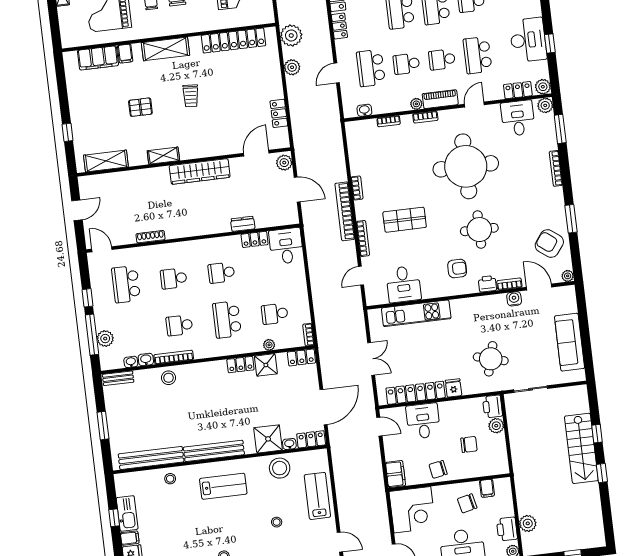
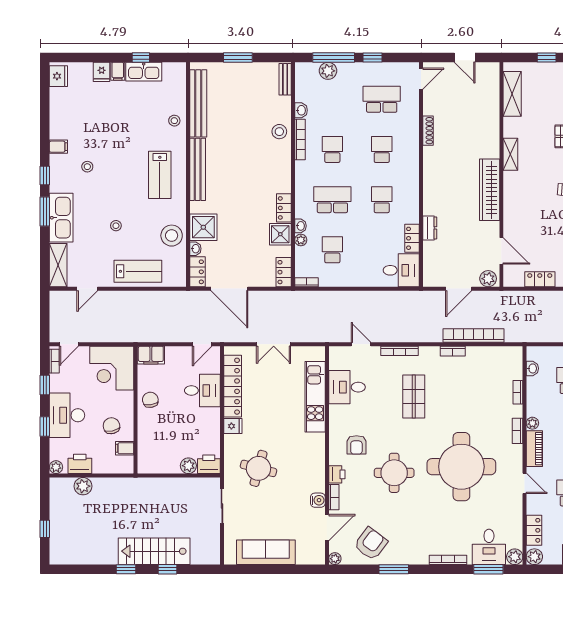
desk: (518, 118) -> (489, 547), moved, turned 90
bookcase: (345, 211) -> (473, 336), moved
washbasin: (131, 362) -> (300, 226), moved
chair: (469, 444) -> (172, 435), removed

